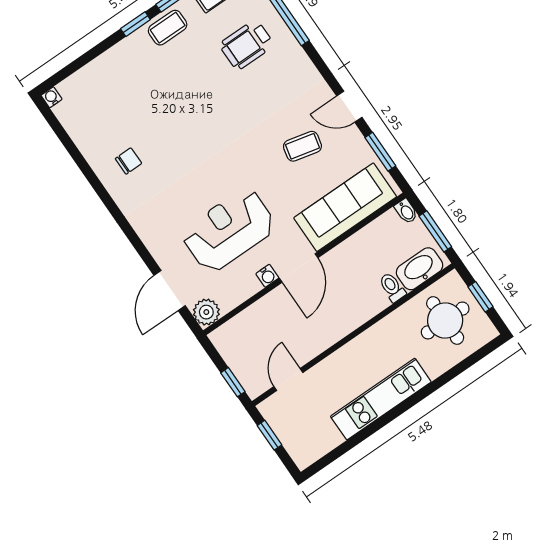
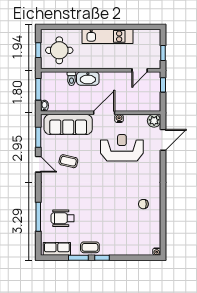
wheelchair: (247, 45) -> (63, 218), turned 180
reception desk: (229, 230) -> (122, 148), turned 180
washbasin: (420, 269) -> (88, 79), moved

